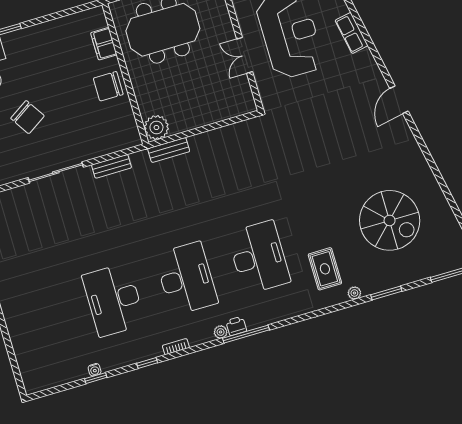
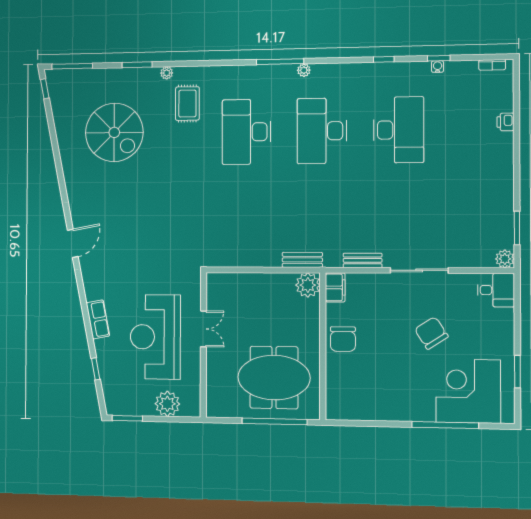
filing cabinet: (104, 44) -> (335, 287), moved
chair: (108, 86) -> (343, 339), turned 90
spiral stairs: (390, 220) -> (114, 132), turned 180
printer: (236, 326) -> (505, 122), moved, turned 90
bookcase: (176, 347) -> (492, 65), moved

